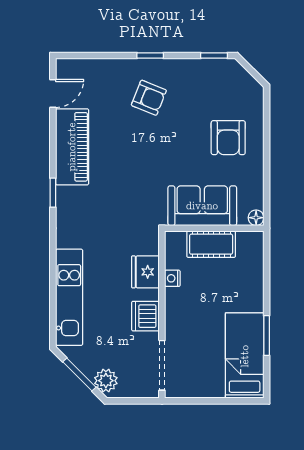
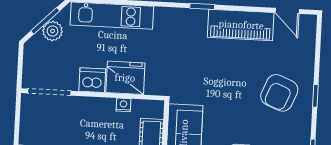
armchair: (149, 98) -> (279, 93), width x1.38, depth x1.38
fridge: (145, 272) -> (125, 78), width x1.36, depth x1.34
plant: (106, 381) -> (53, 31), moved

